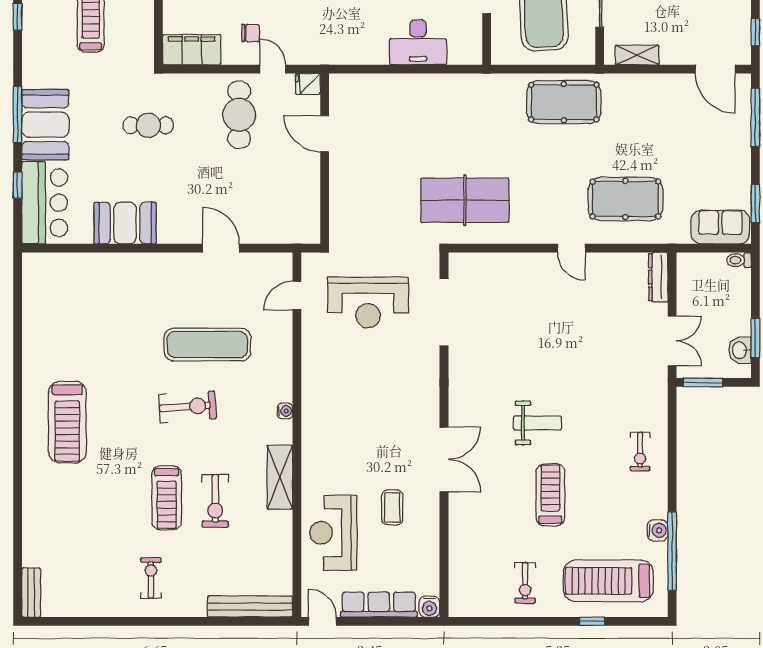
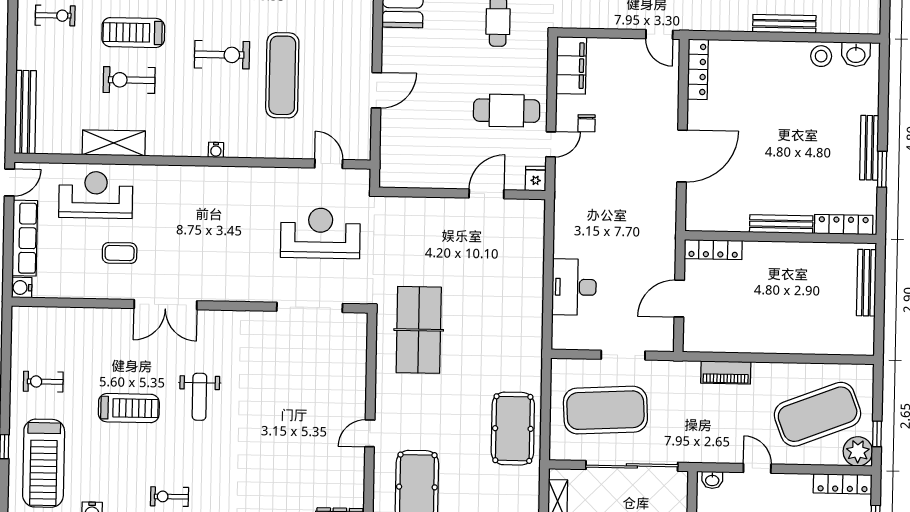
reception desk: (368, 303) -> (320, 233), turned 90
exercise bike: (188, 407) -> (222, 55), turned -86
shelving: (280, 477) -> (114, 143), moved
treadmill: (608, 581) -> (44, 463), turned 180

